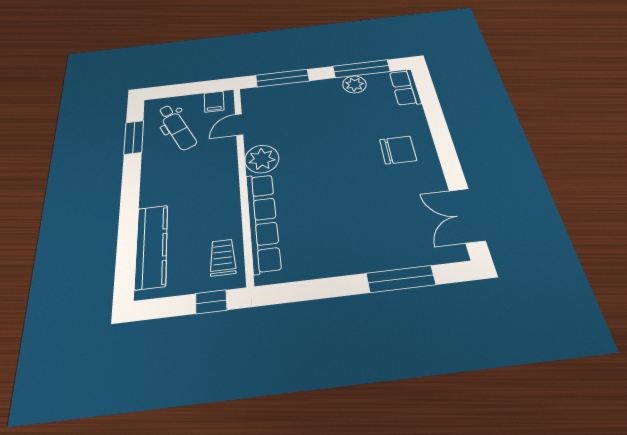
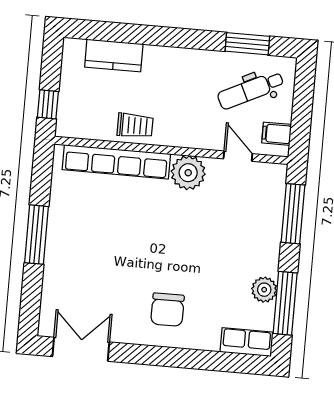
kitchen counter: (151, 246) -> (114, 56), width x0.67
trolley: (223, 257) -> (135, 126), moved
window: (401, 279) -> (36, 235), moved

